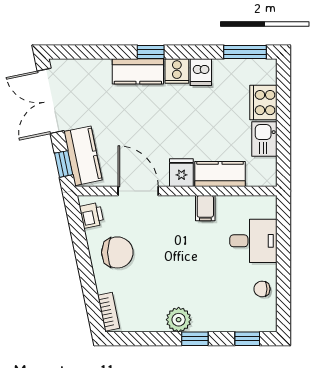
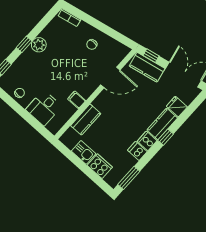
fridge: (181, 173) -> (177, 107), moved, turned 180
printer: (92, 215) -> (118, 48), removed
chair: (117, 252) -> (92, 44), width x0.54, depth x0.54

